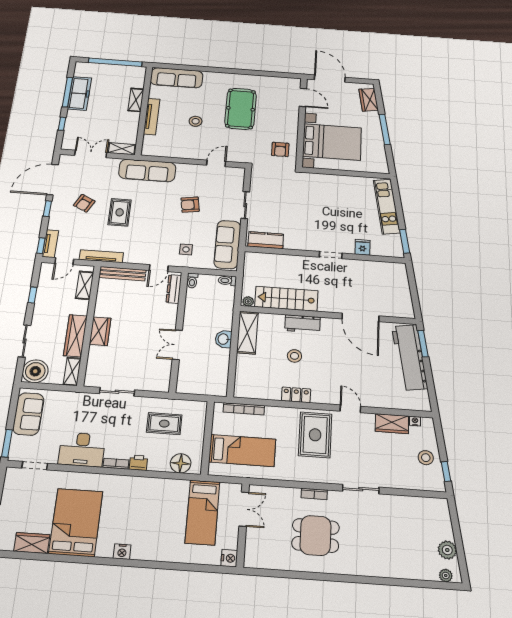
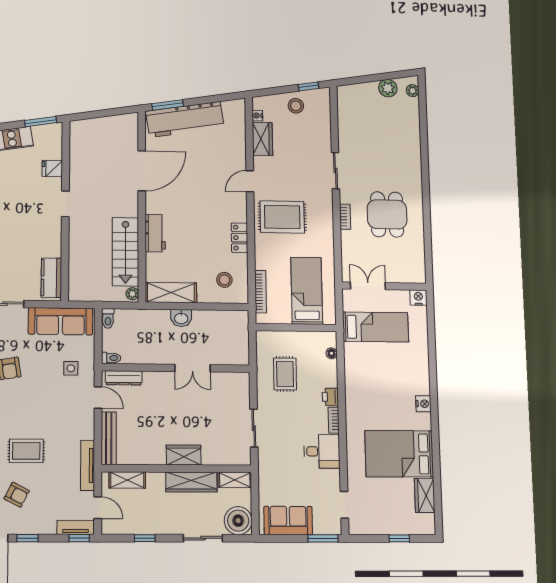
stool: (294, 356) -> (224, 280), moved
desk: (82, 449) -> (322, 451), width x0.73
floor lamp: (181, 463) -> (332, 353), width x0.53, depth x0.53

